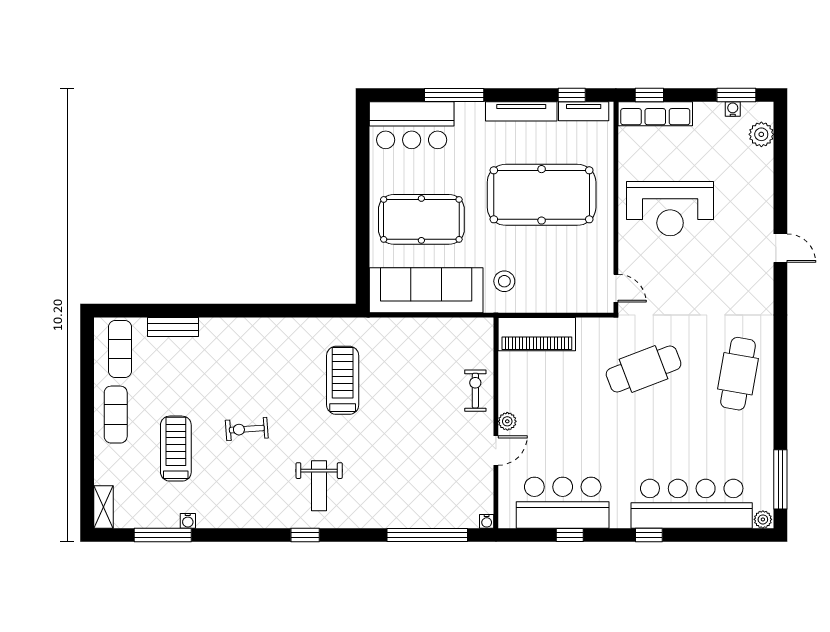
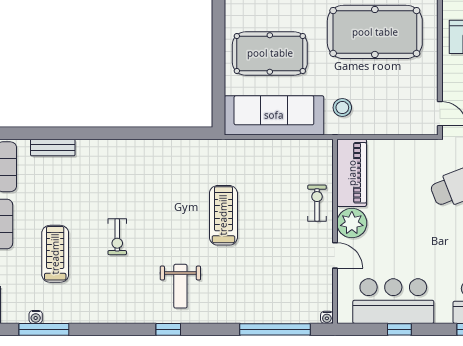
piano: (537, 334) -> (352, 173), moved, turned -90
treadmill: (343, 380) -> (223, 215), moved
plant: (507, 421) -> (352, 223), width x1.88, depth x1.88
exercise bike: (247, 429) -> (117, 237), turned -86
door: (496, 450) -> (335, 255), hinge flipped
water cooler: (188, 521) -> (36, 317), moved

